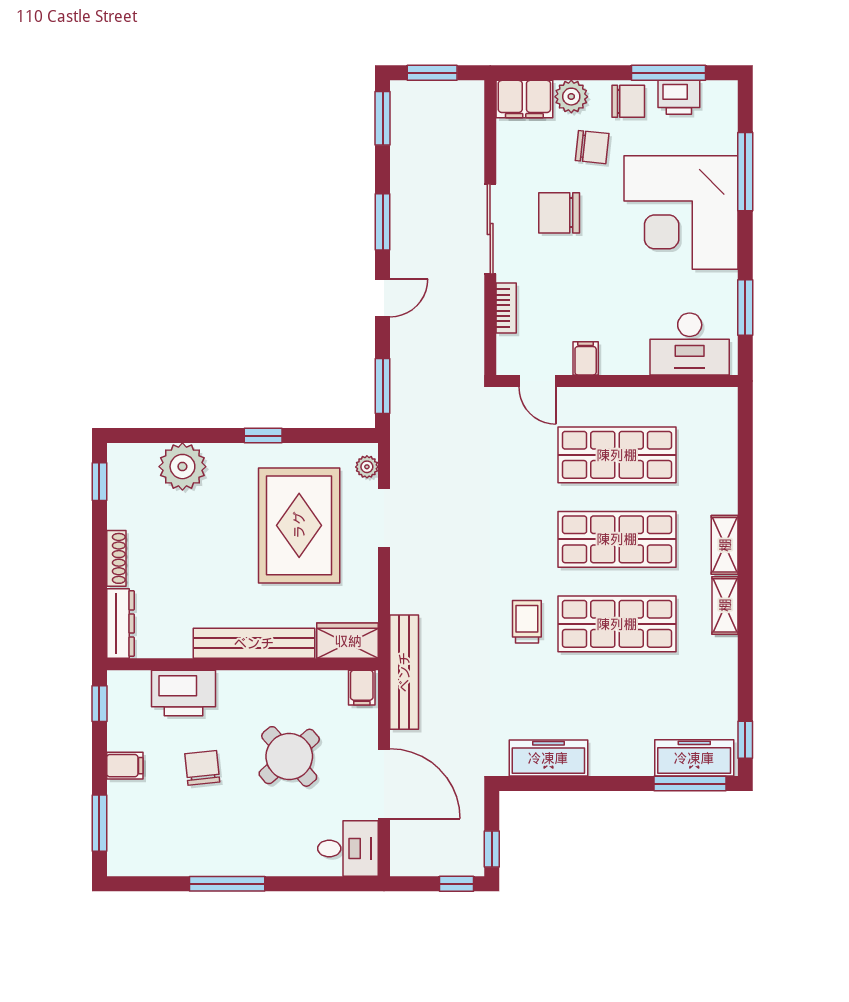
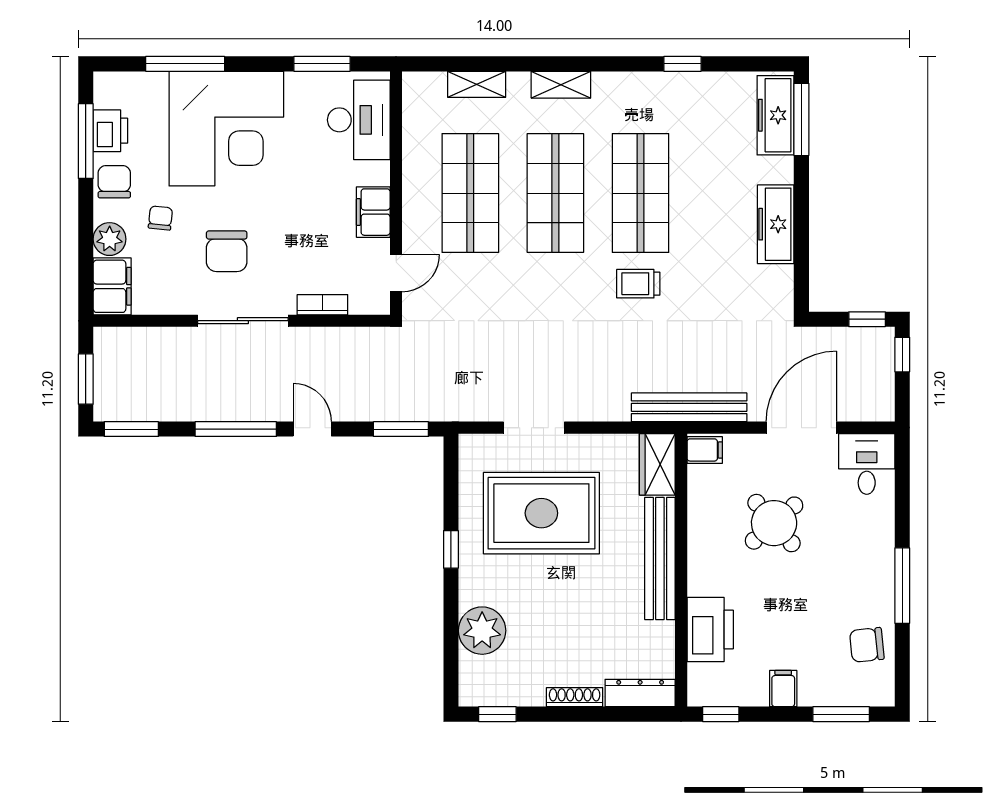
chair: (592, 147) -> (160, 218), width x0.73, depth x0.73
window: (383, 222) -> (236, 429), width x1.44
filing cabinet: (586, 358) -> (373, 212), width x2.00
plant: (367, 467) -> (482, 445), removed
shelving: (725, 605) -> (477, 84), moved
window: (745, 740) -> (683, 64), moved
freezer: (548, 758) -> (776, 224), moved
chair: (202, 768) -> (867, 645), moved

